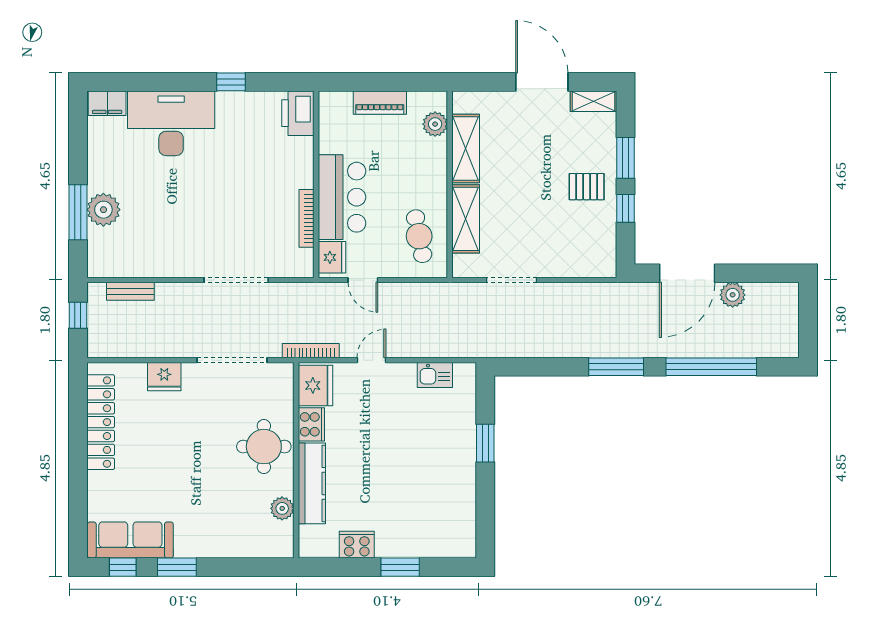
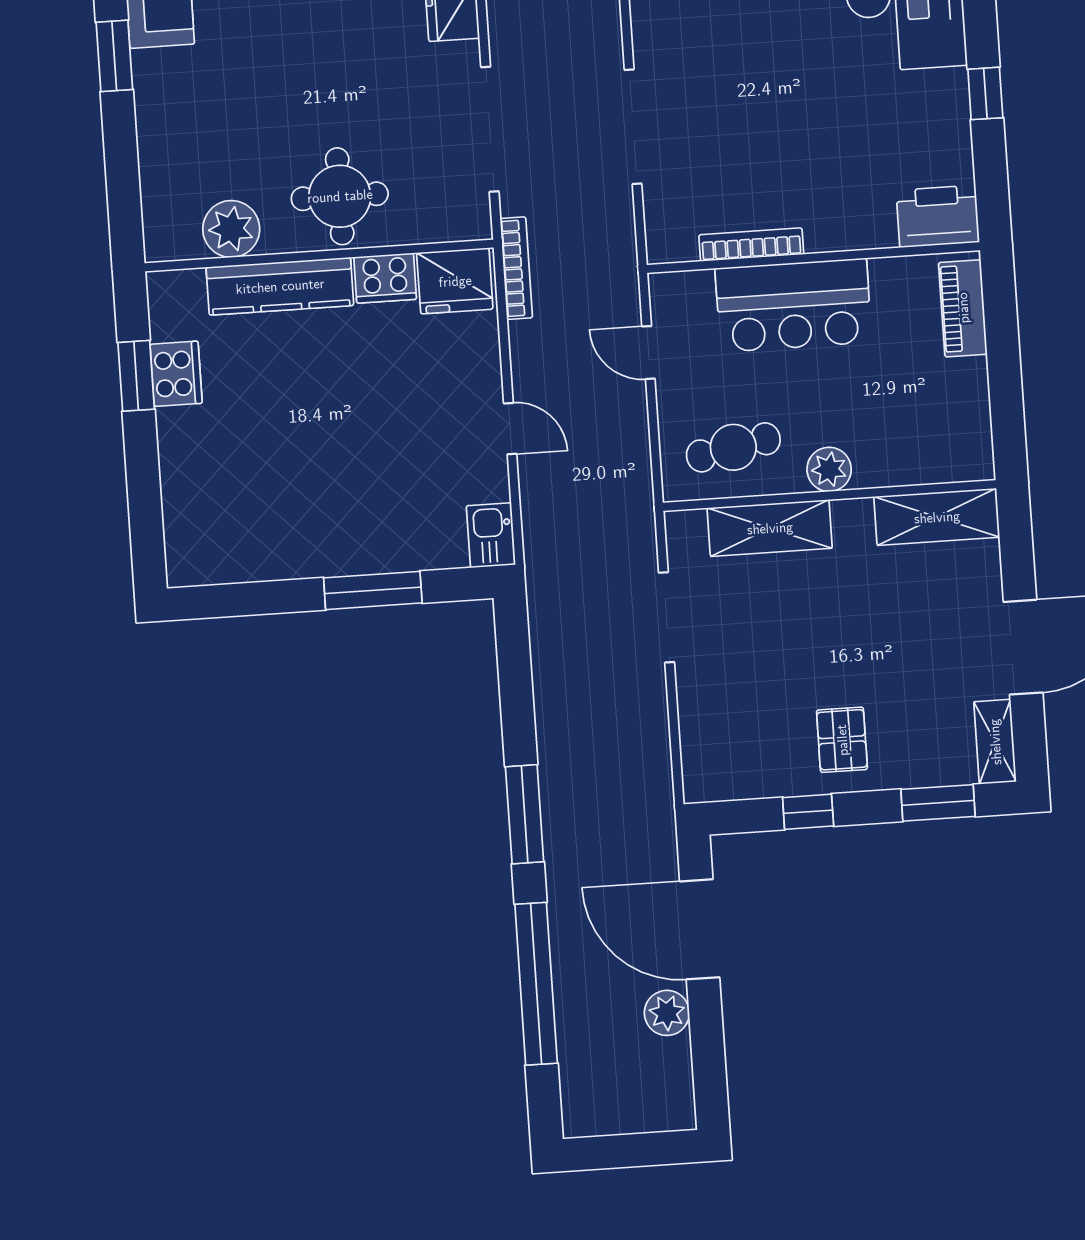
piano: (380, 103) -> (963, 308), moved
plant: (435, 124) -> (829, 469), moved
shelving: (466, 149) -> (937, 517), moved
window: (626, 158) -> (938, 803), moved
fridge: (332, 257) -> (685, 295), removed
door: (363, 280) -> (648, 353), hinge flipped
door: (371, 360) -> (510, 429), moved
kitchen sink: (435, 375) -> (491, 535), moved
window: (485, 443) -> (373, 590), width x1.44
plant: (282, 508) -> (231, 229), width x1.36, depth x1.36
window: (400, 567) -> (136, 376), moved

